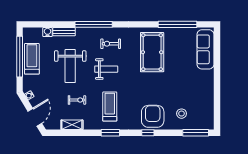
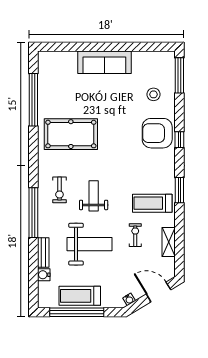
sofa: (205, 49) -> (104, 62), moved
treadmill: (110, 107) -> (152, 203), moved

